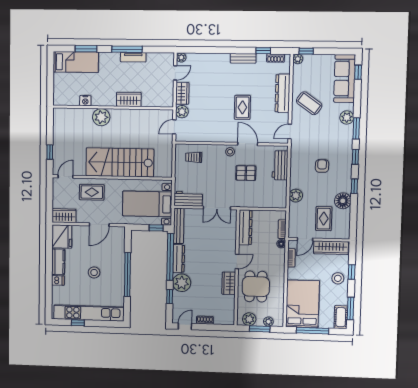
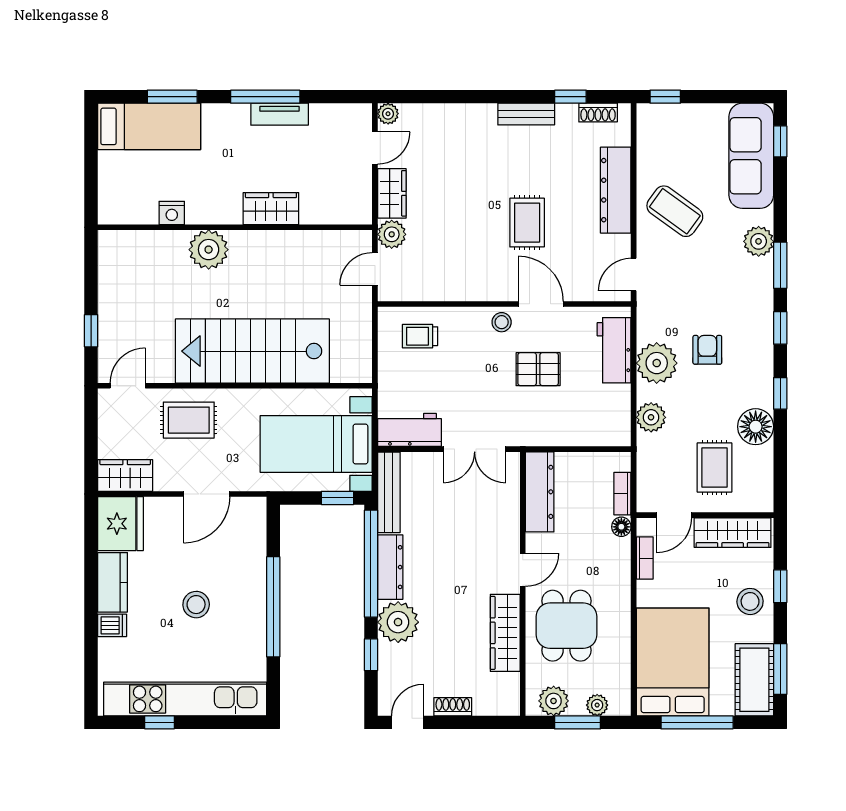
plant: (298, 59) -> (657, 363), moved, width x1.87, depth x1.87
wardrobe: (229, 283) -> (505, 633), width x1.50
cot: (341, 317) -> (754, 680), width x1.37, depth x1.34

